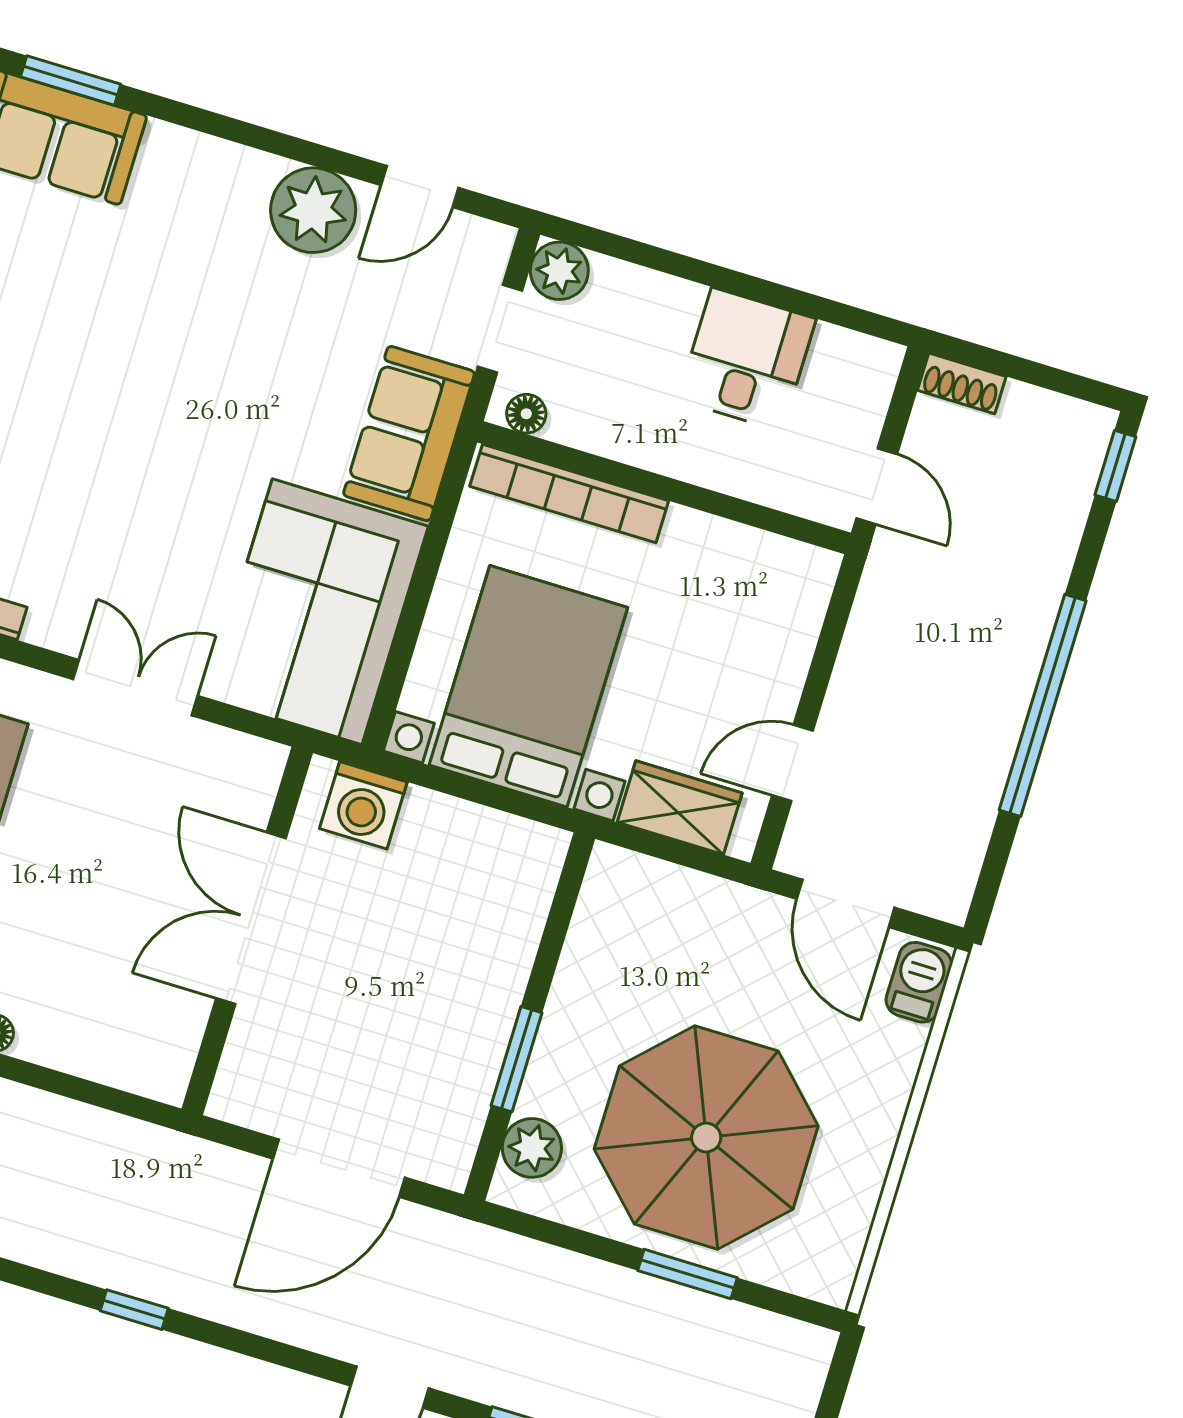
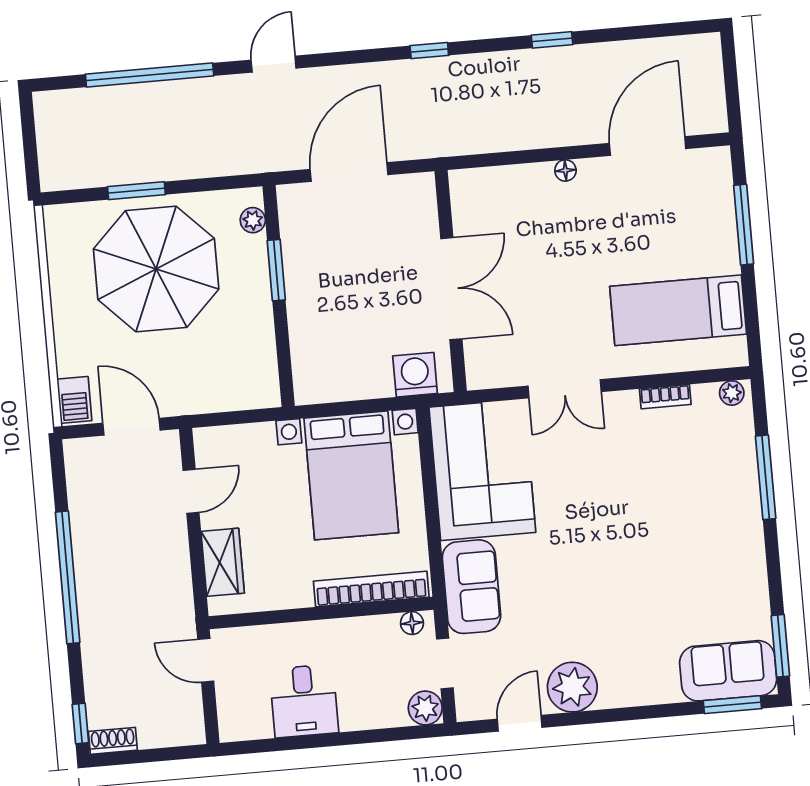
shoe rack: (962, 383) -> (113, 741), moved
wardrobe: (680, 808) -> (223, 562), moved, turned -90
plant: (532, 1148) -> (253, 220), width x0.73, depth x0.73

